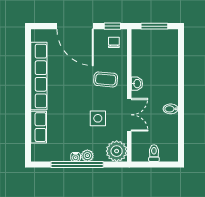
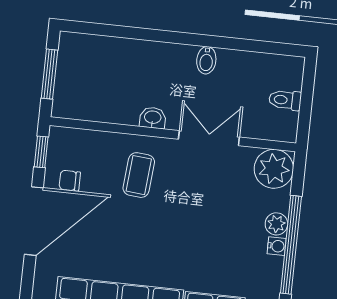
chair: (114, 42) -> (70, 181), moved
side table: (98, 118) -> (209, 197), removed

